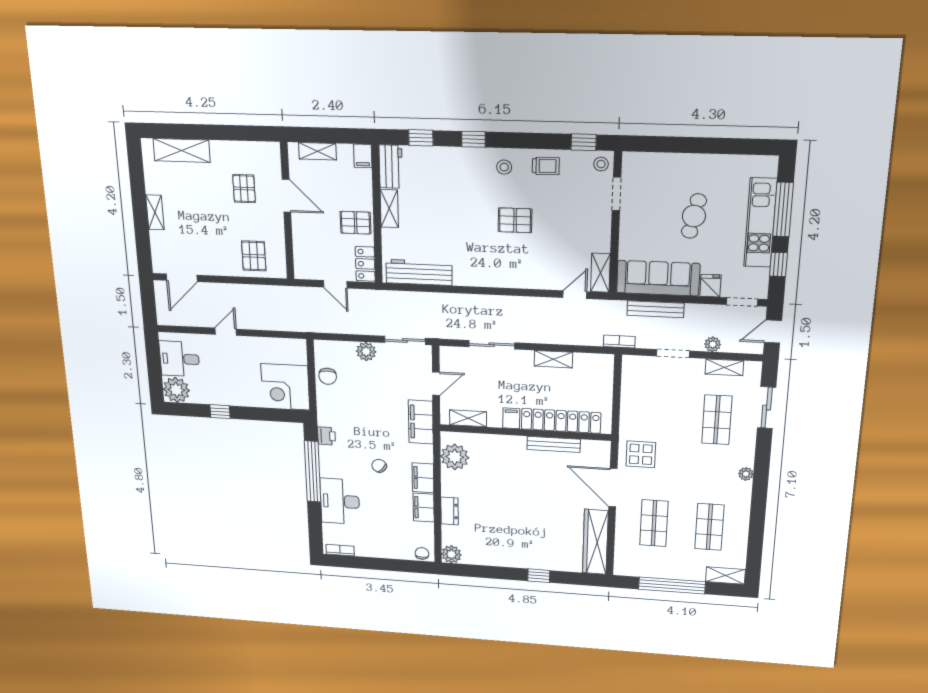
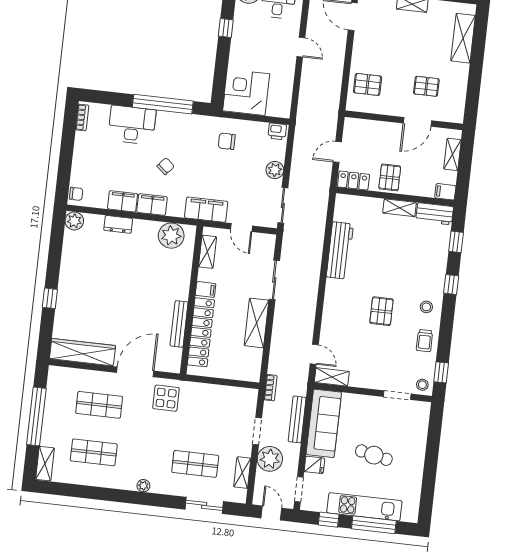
workbench: (419, 272) -> (340, 250), moved
plant: (713, 344) -> (270, 459), width x1.87, depth x1.87
shelving: (553, 359) -> (257, 323), width x1.50, depth x1.33
chair: (328, 376) -> (227, 141), moved
printer: (326, 436) -> (277, 131), moved

